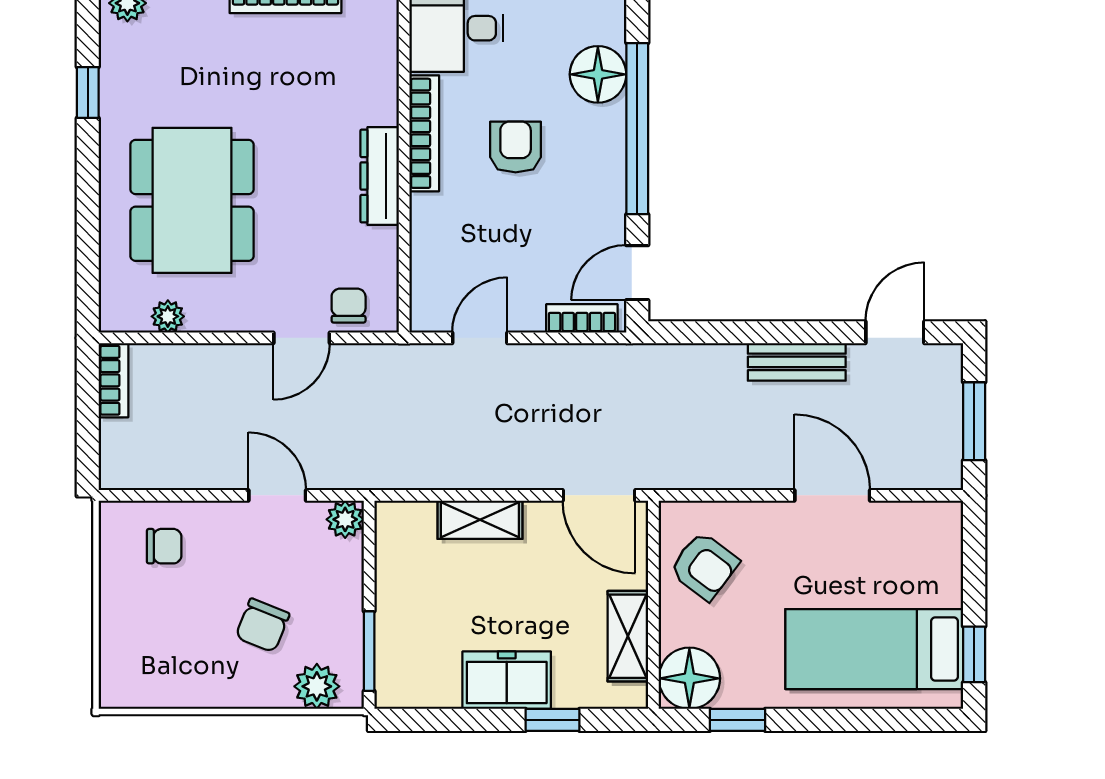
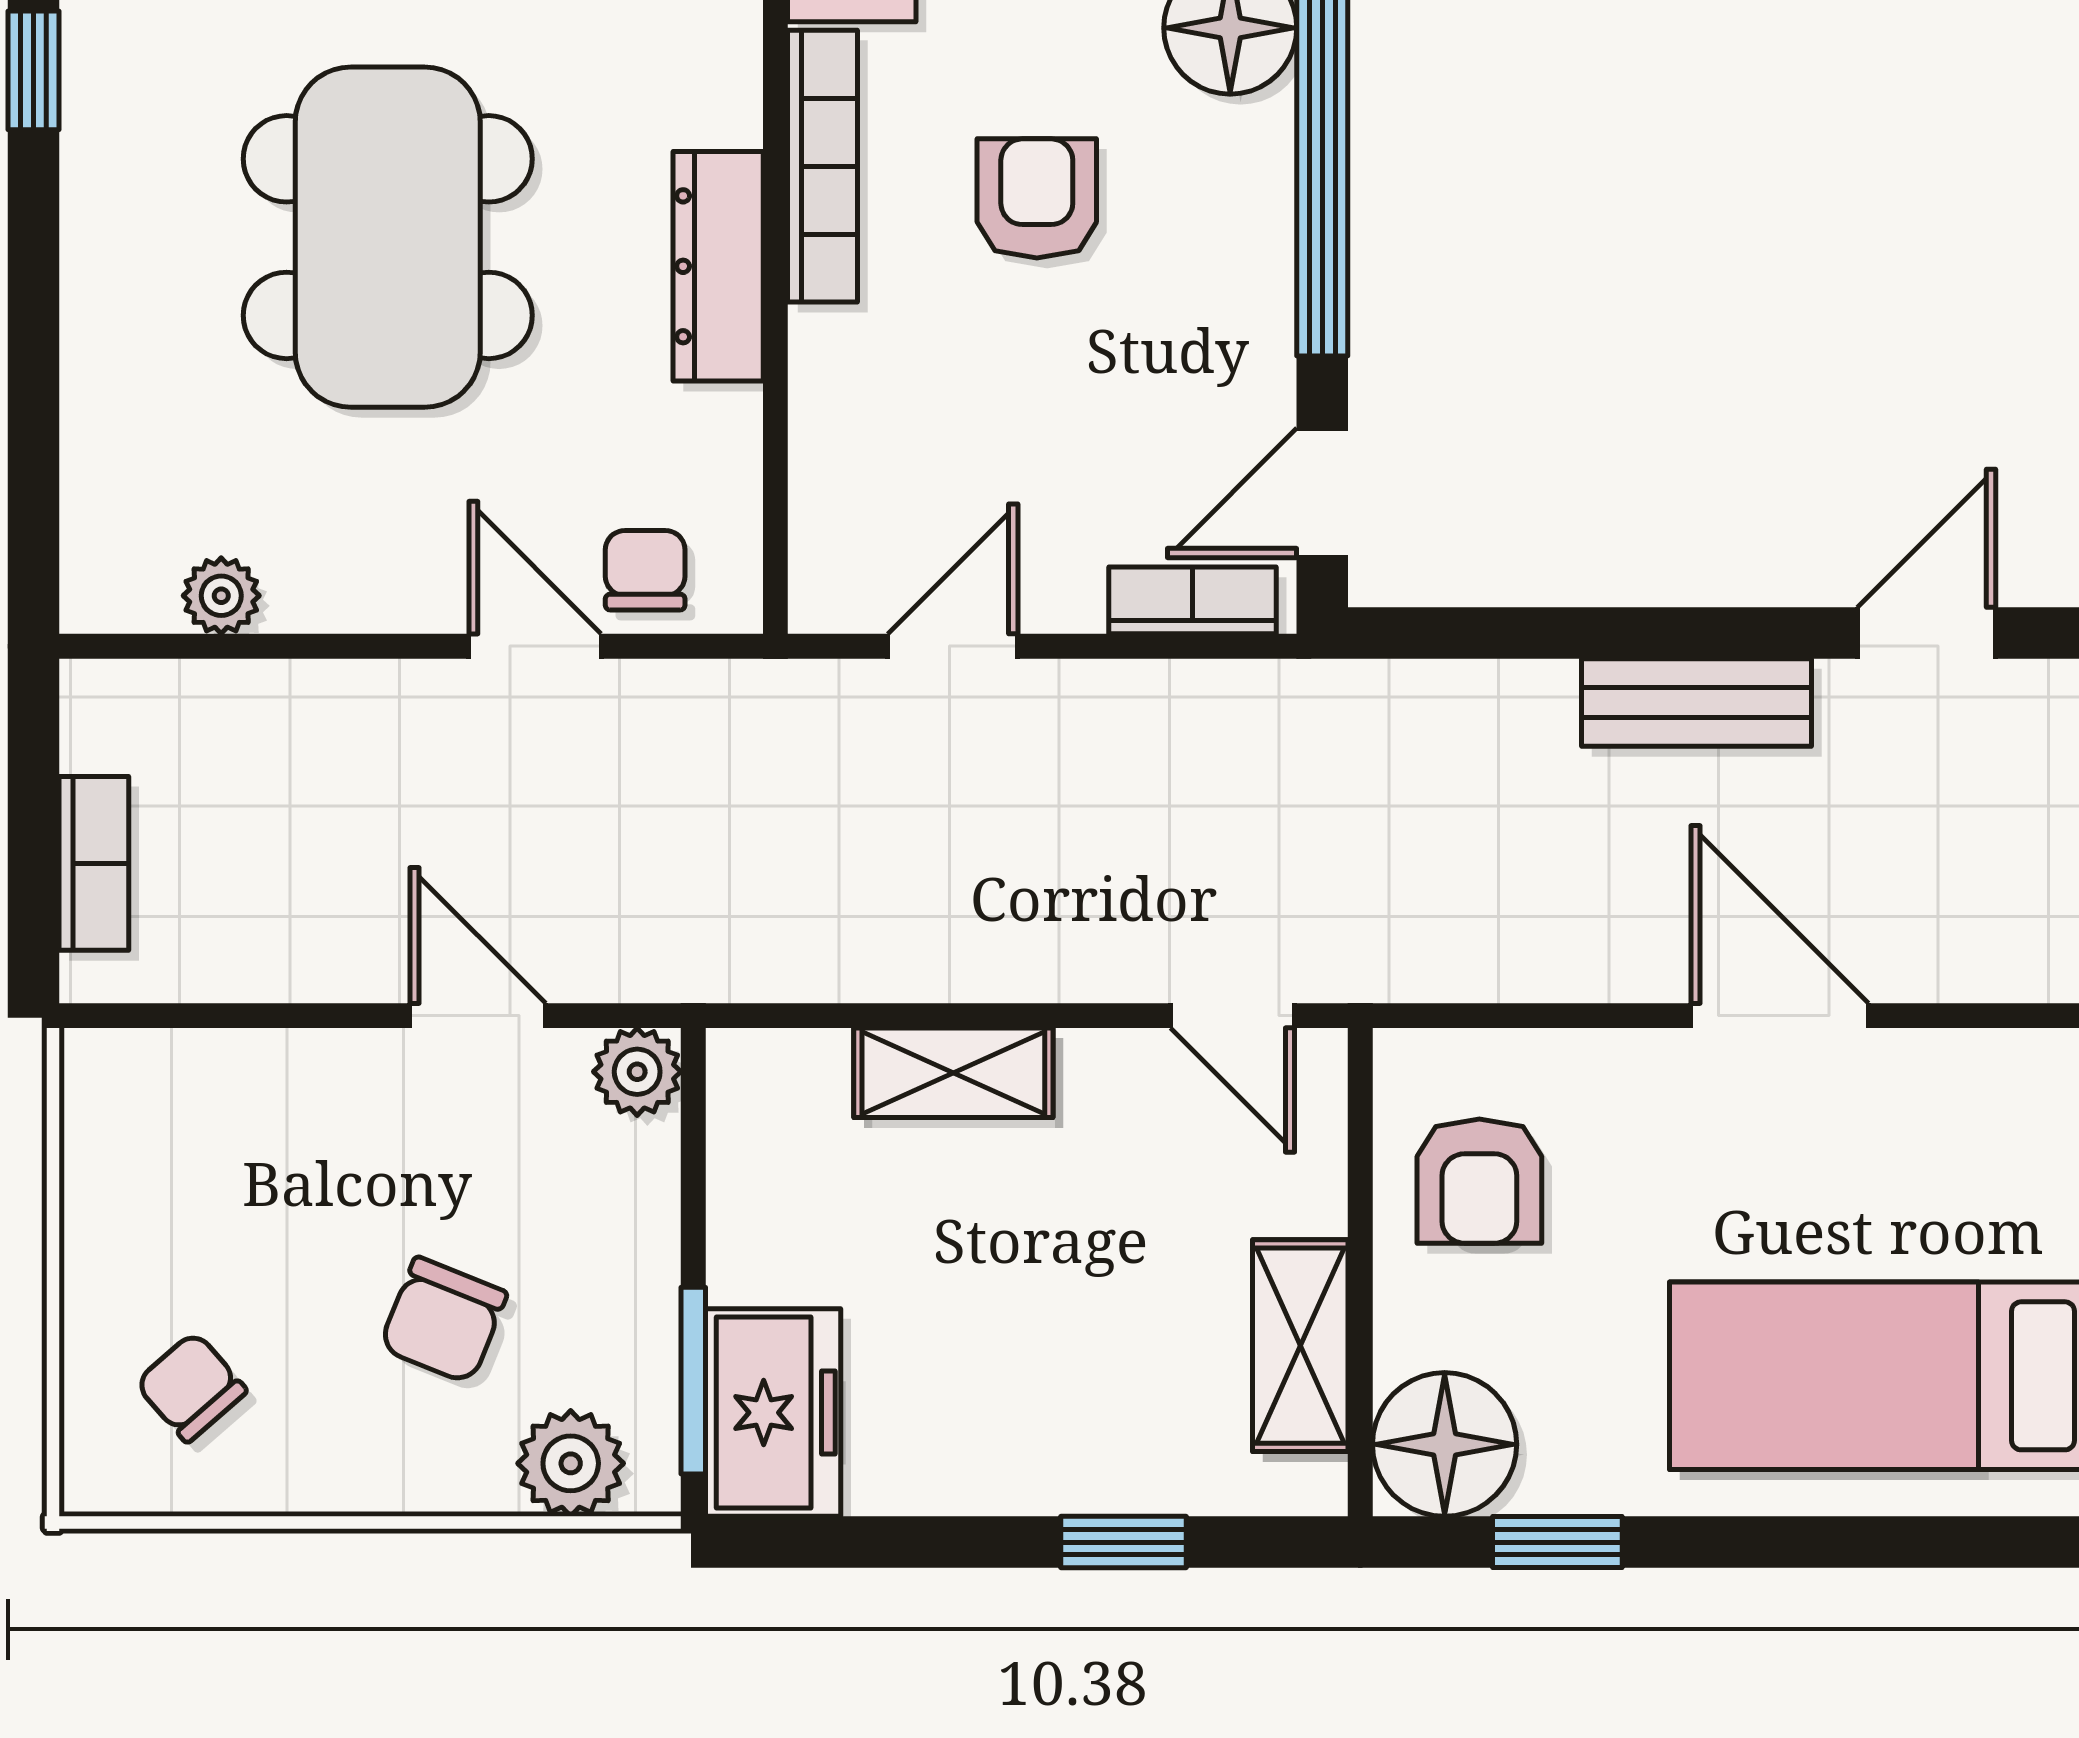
dining table: (192, 200) -> (388, 237), moved
door: (302, 338) -> (535, 646), swing flipped
bookcase: (114, 380) -> (94, 863), moved
door: (599, 495) -> (1232, 1016), width x0.73
chair: (164, 546) -> (191, 1387), moved, turned -131
armchair: (704, 566) -> (1479, 1181), turned 53
freezer: (507, 680) -> (773, 1413), moved, turned 90

